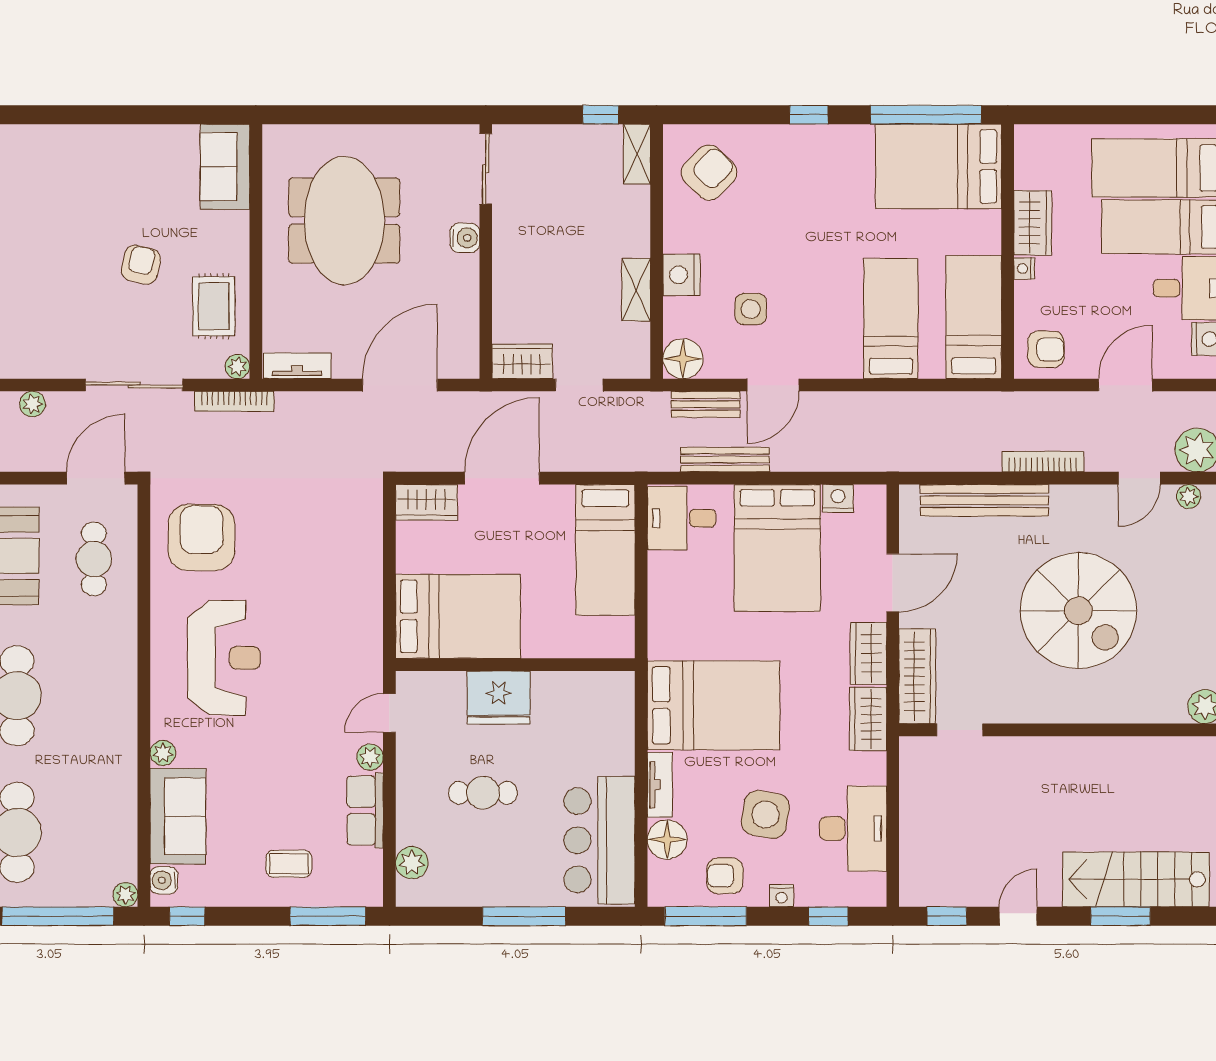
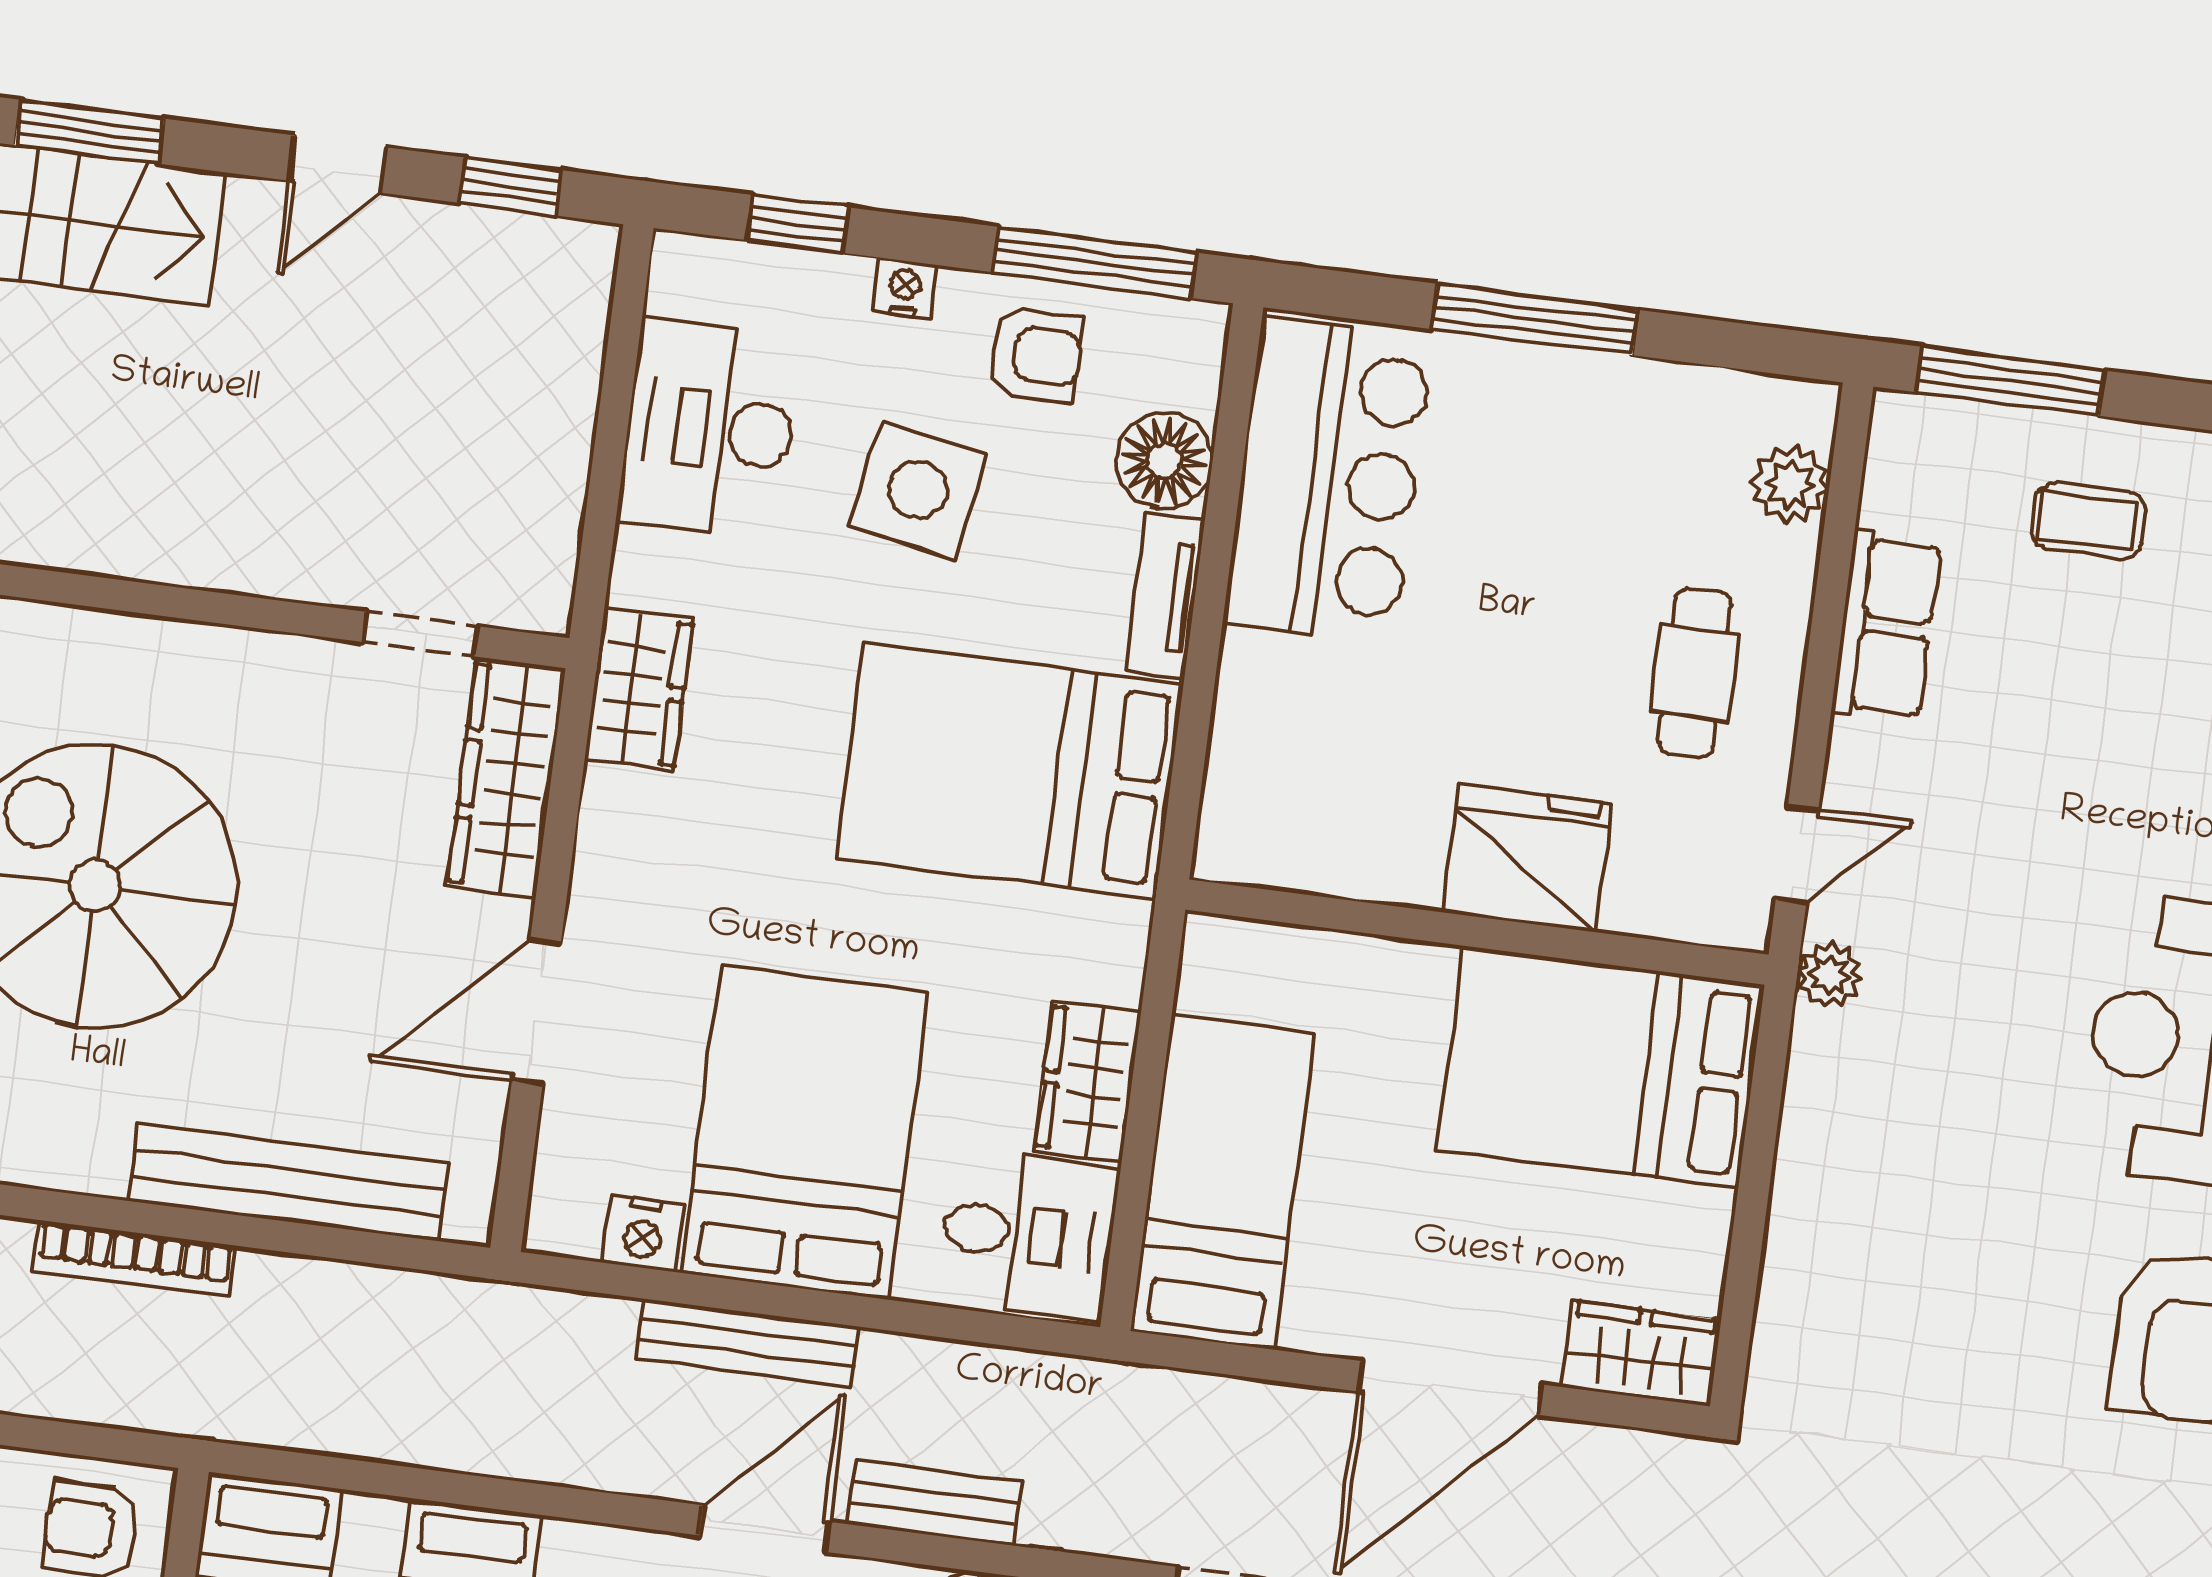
bench: (725, 460) -> (747, 1343), moved
wardrobe: (868, 653) -> (1088, 1081), moved, turned 180
plant: (370, 757) -> (1829, 975), moved
cafe table: (483, 793) -> (1694, 673), moved, turned 90

